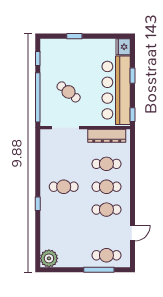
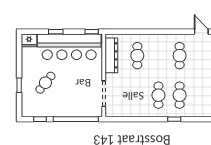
cafe table: (69, 92) -> (45, 83), moved
cafe table: (106, 187) -> (180, 95), moved

